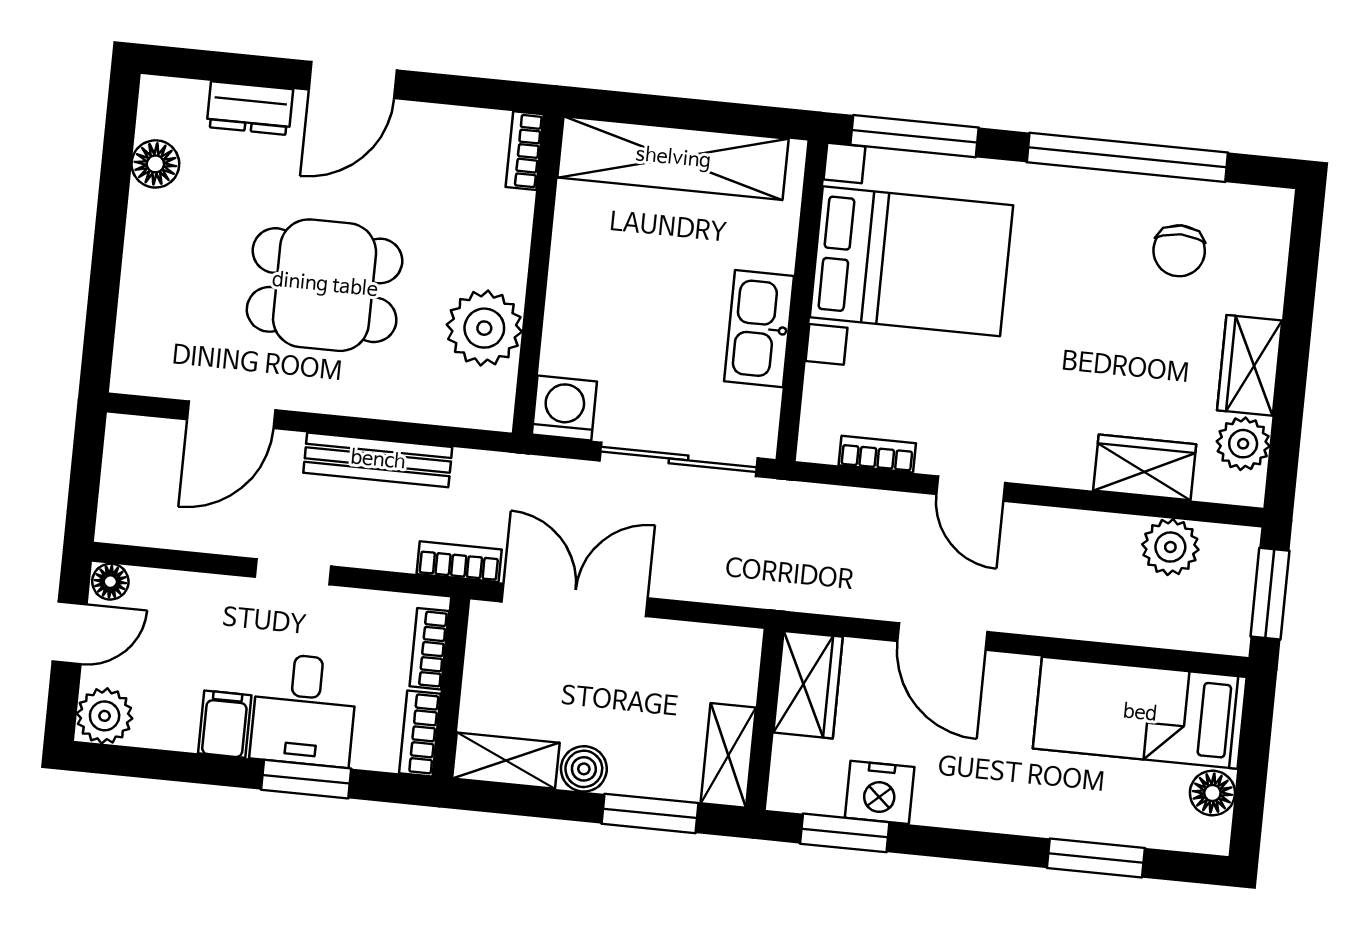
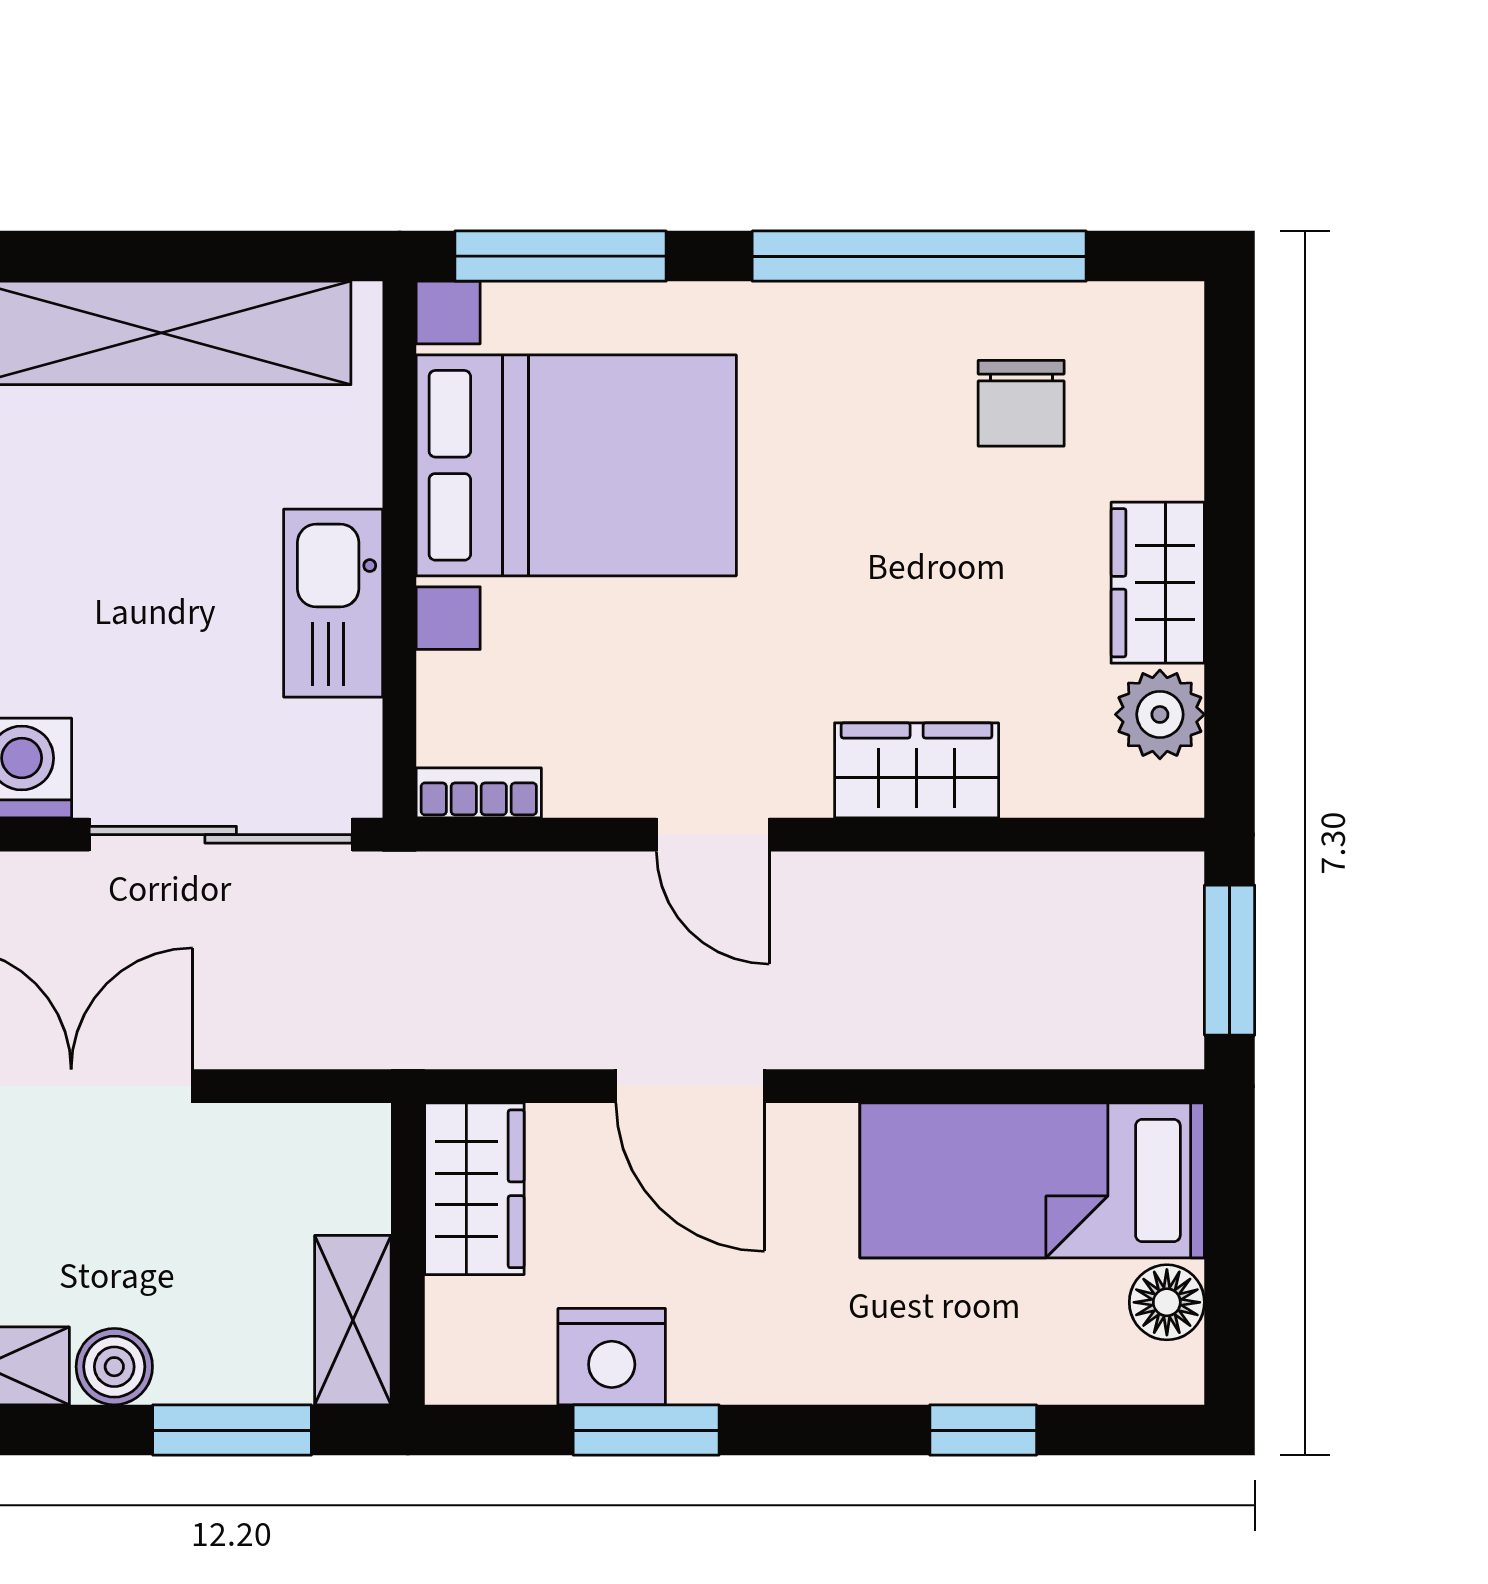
bookcase: (877, 454) -> (479, 793), moved
wardrobe: (1145, 467) -> (917, 770), moved
plant: (1170, 547) -> (1056, 899), removed
window: (845, 833) -> (646, 1430), moved
window: (1096, 858) -> (983, 1430), width x0.67

